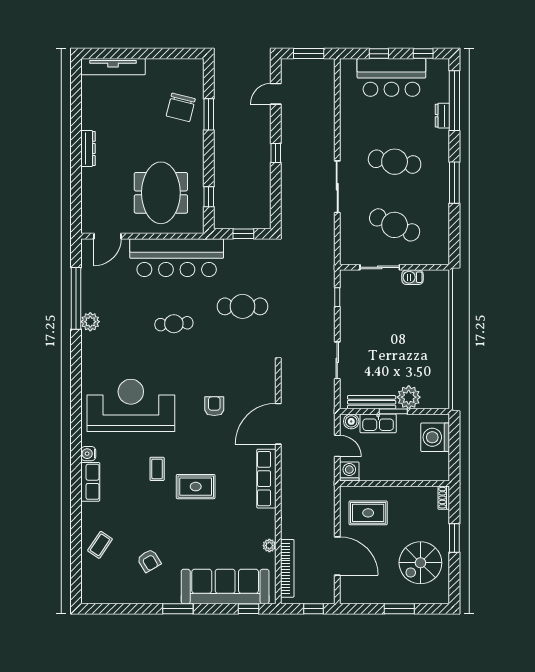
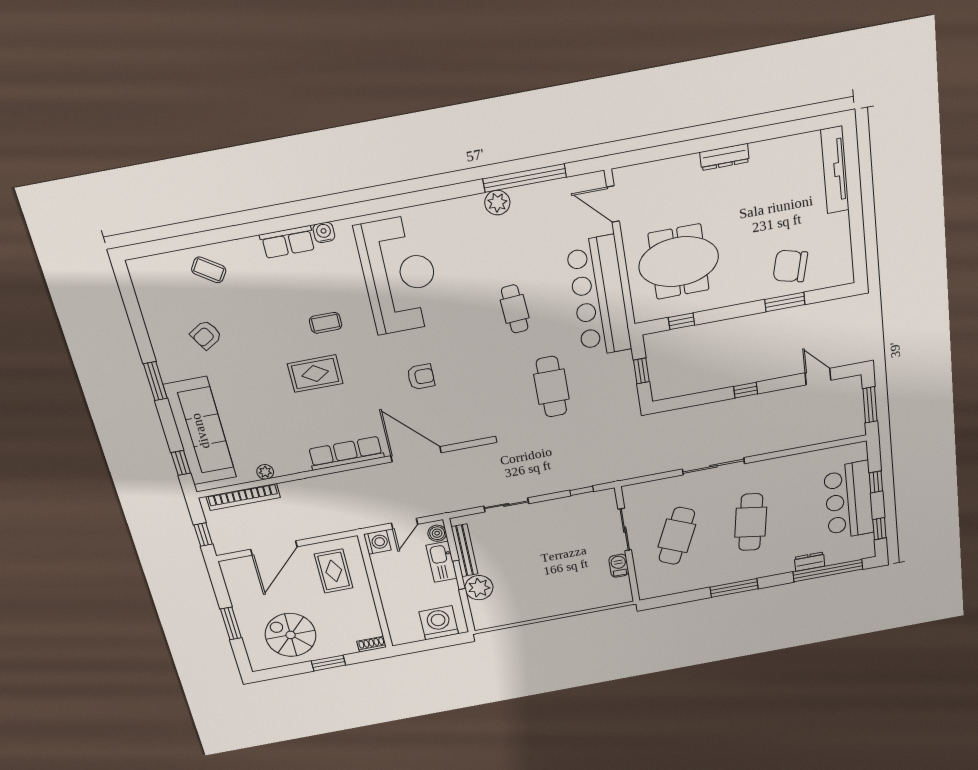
rug: (196, 487) -> (315, 374), turned 90

